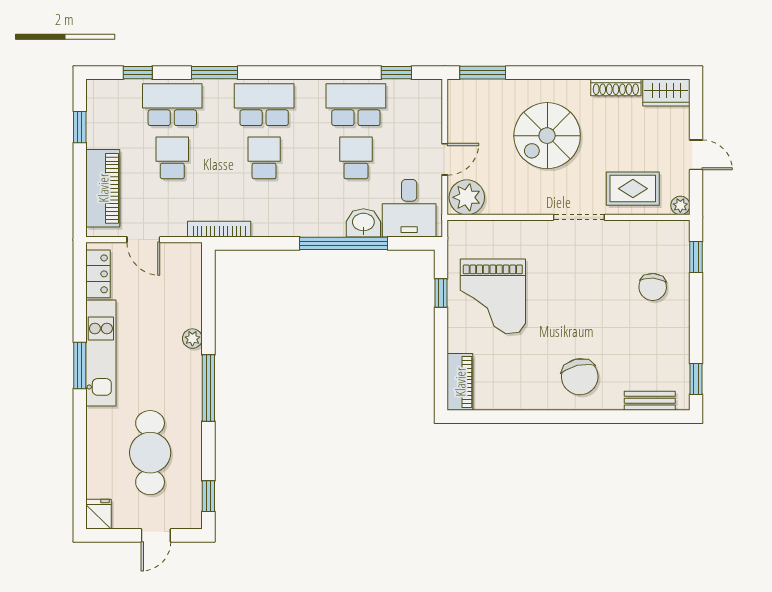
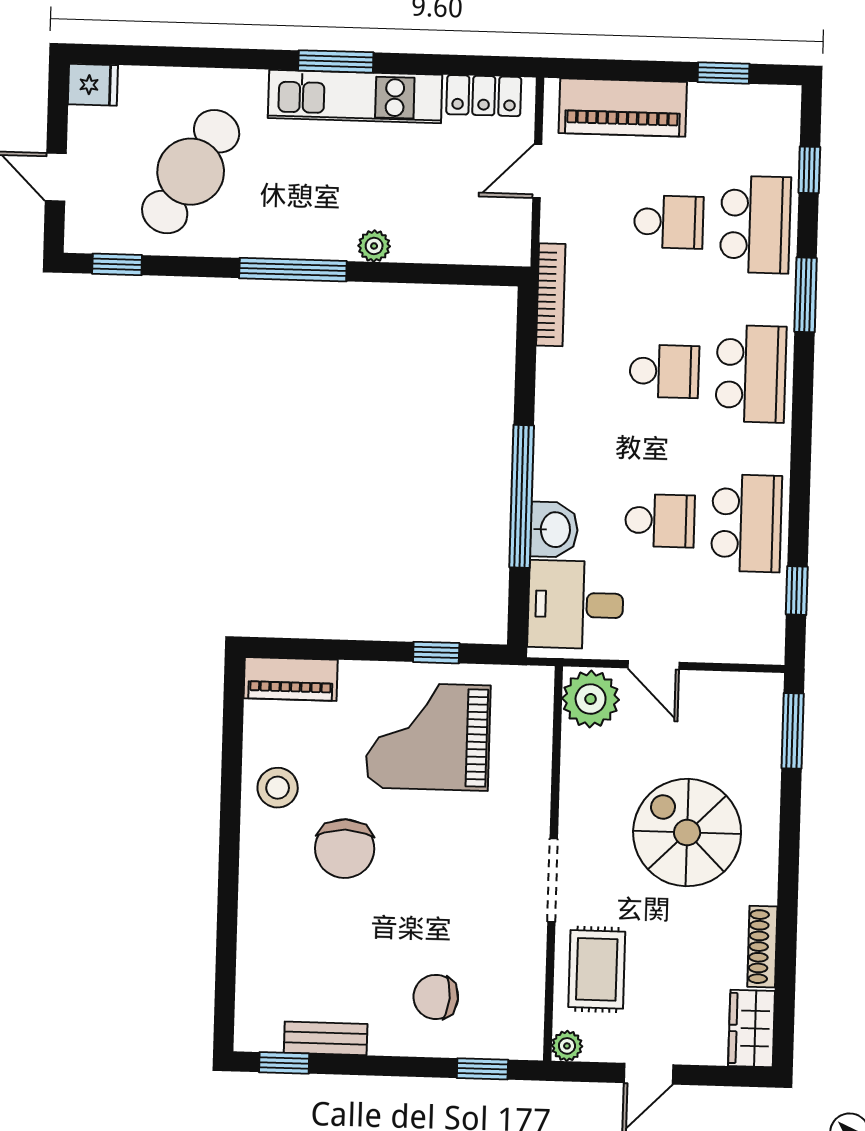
chair: (580, 377) -> (345, 849), moved, turned -77
stool: (527, 388) -> (278, 788), added
bench: (650, 401) -> (326, 1038), moved, turned 90
cafe table: (150, 453) -> (191, 172), turned -59

